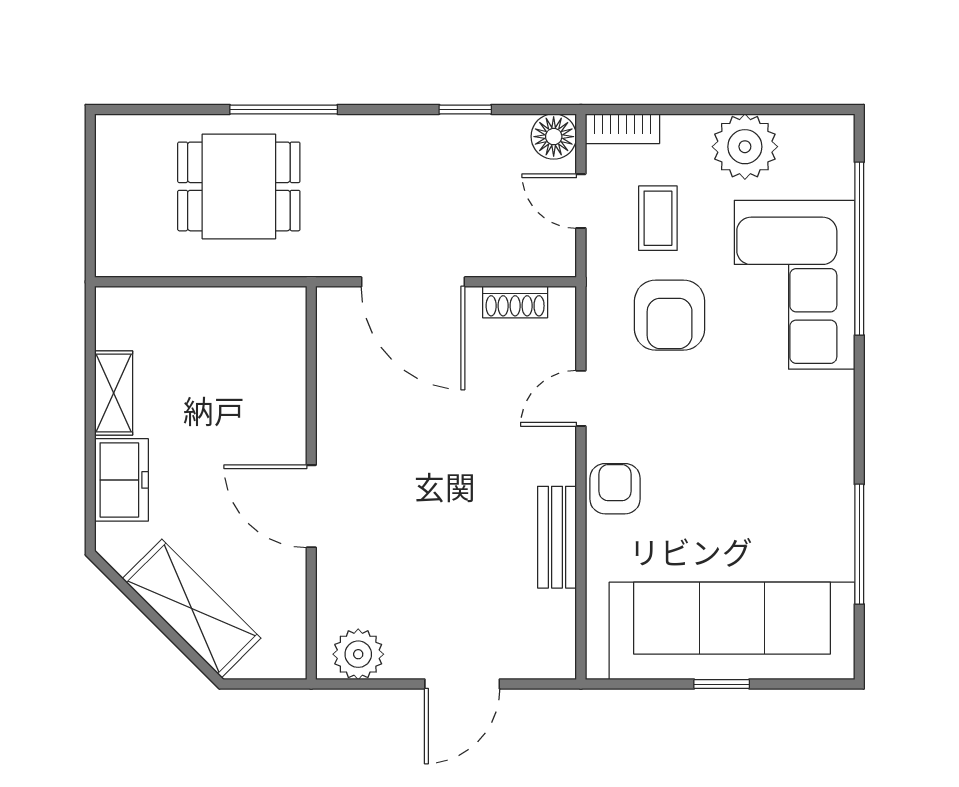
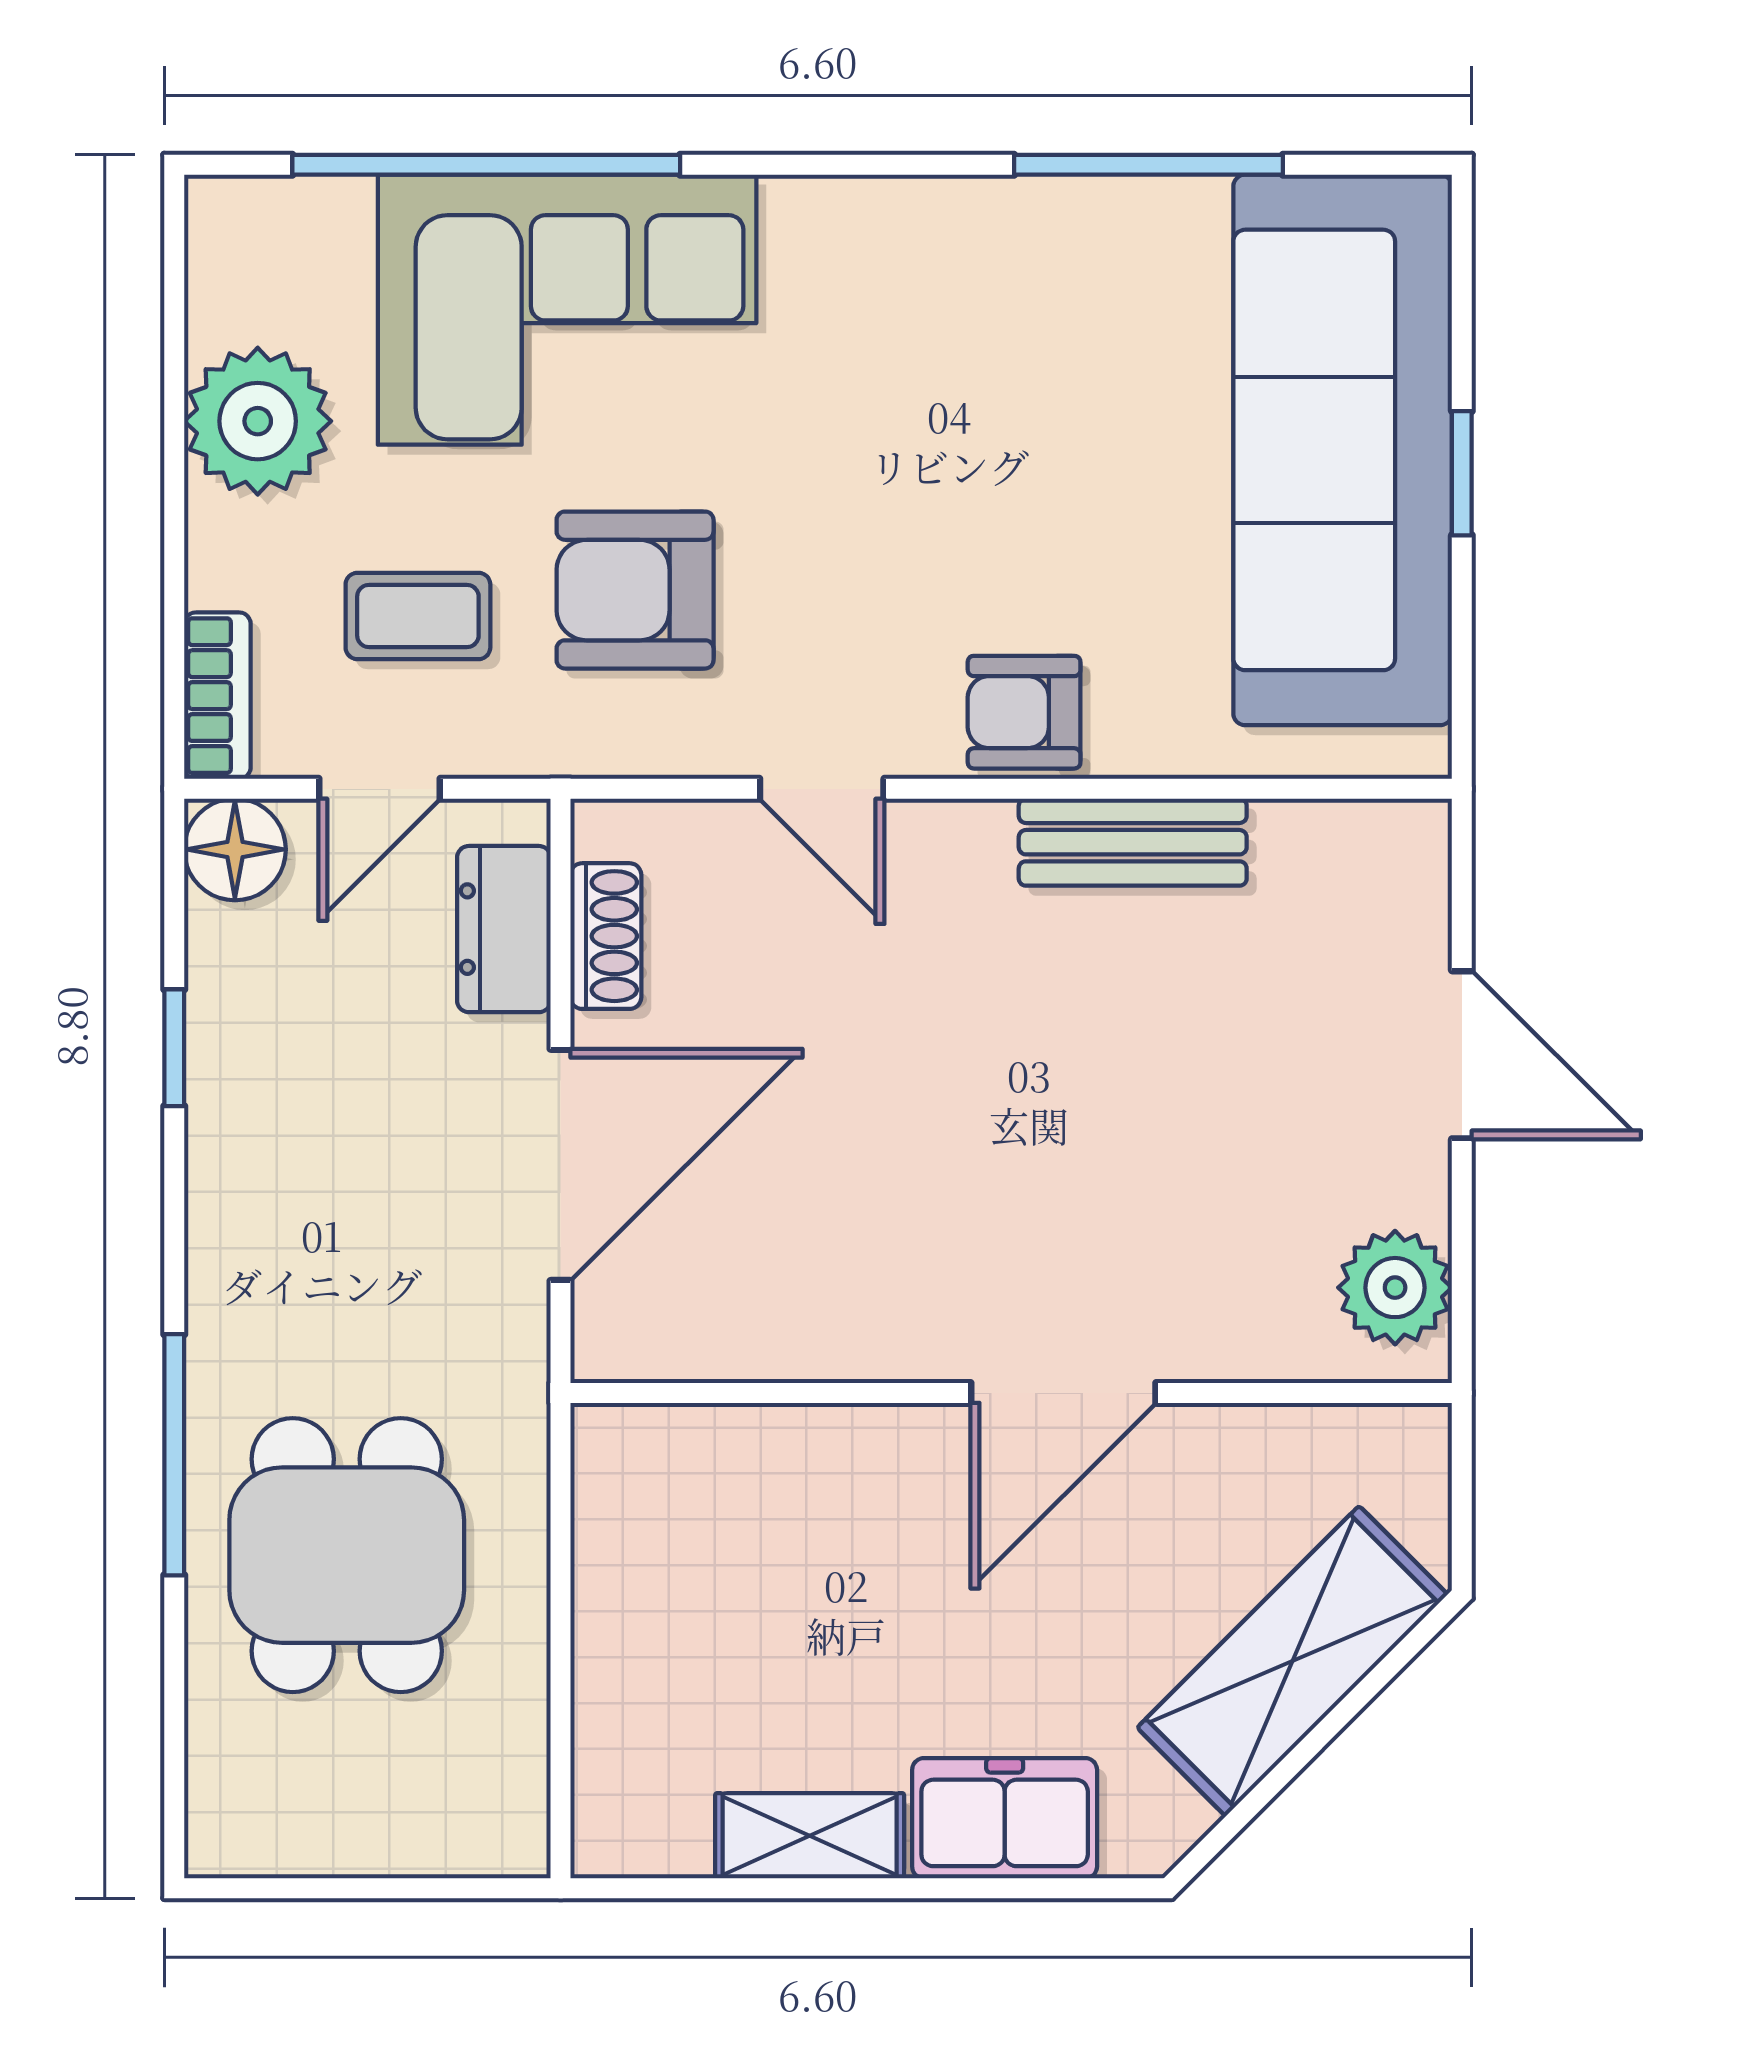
dresser: (518, 257) -> (504, 929), added
armchair: (670, 315) -> (635, 590), turned 180

